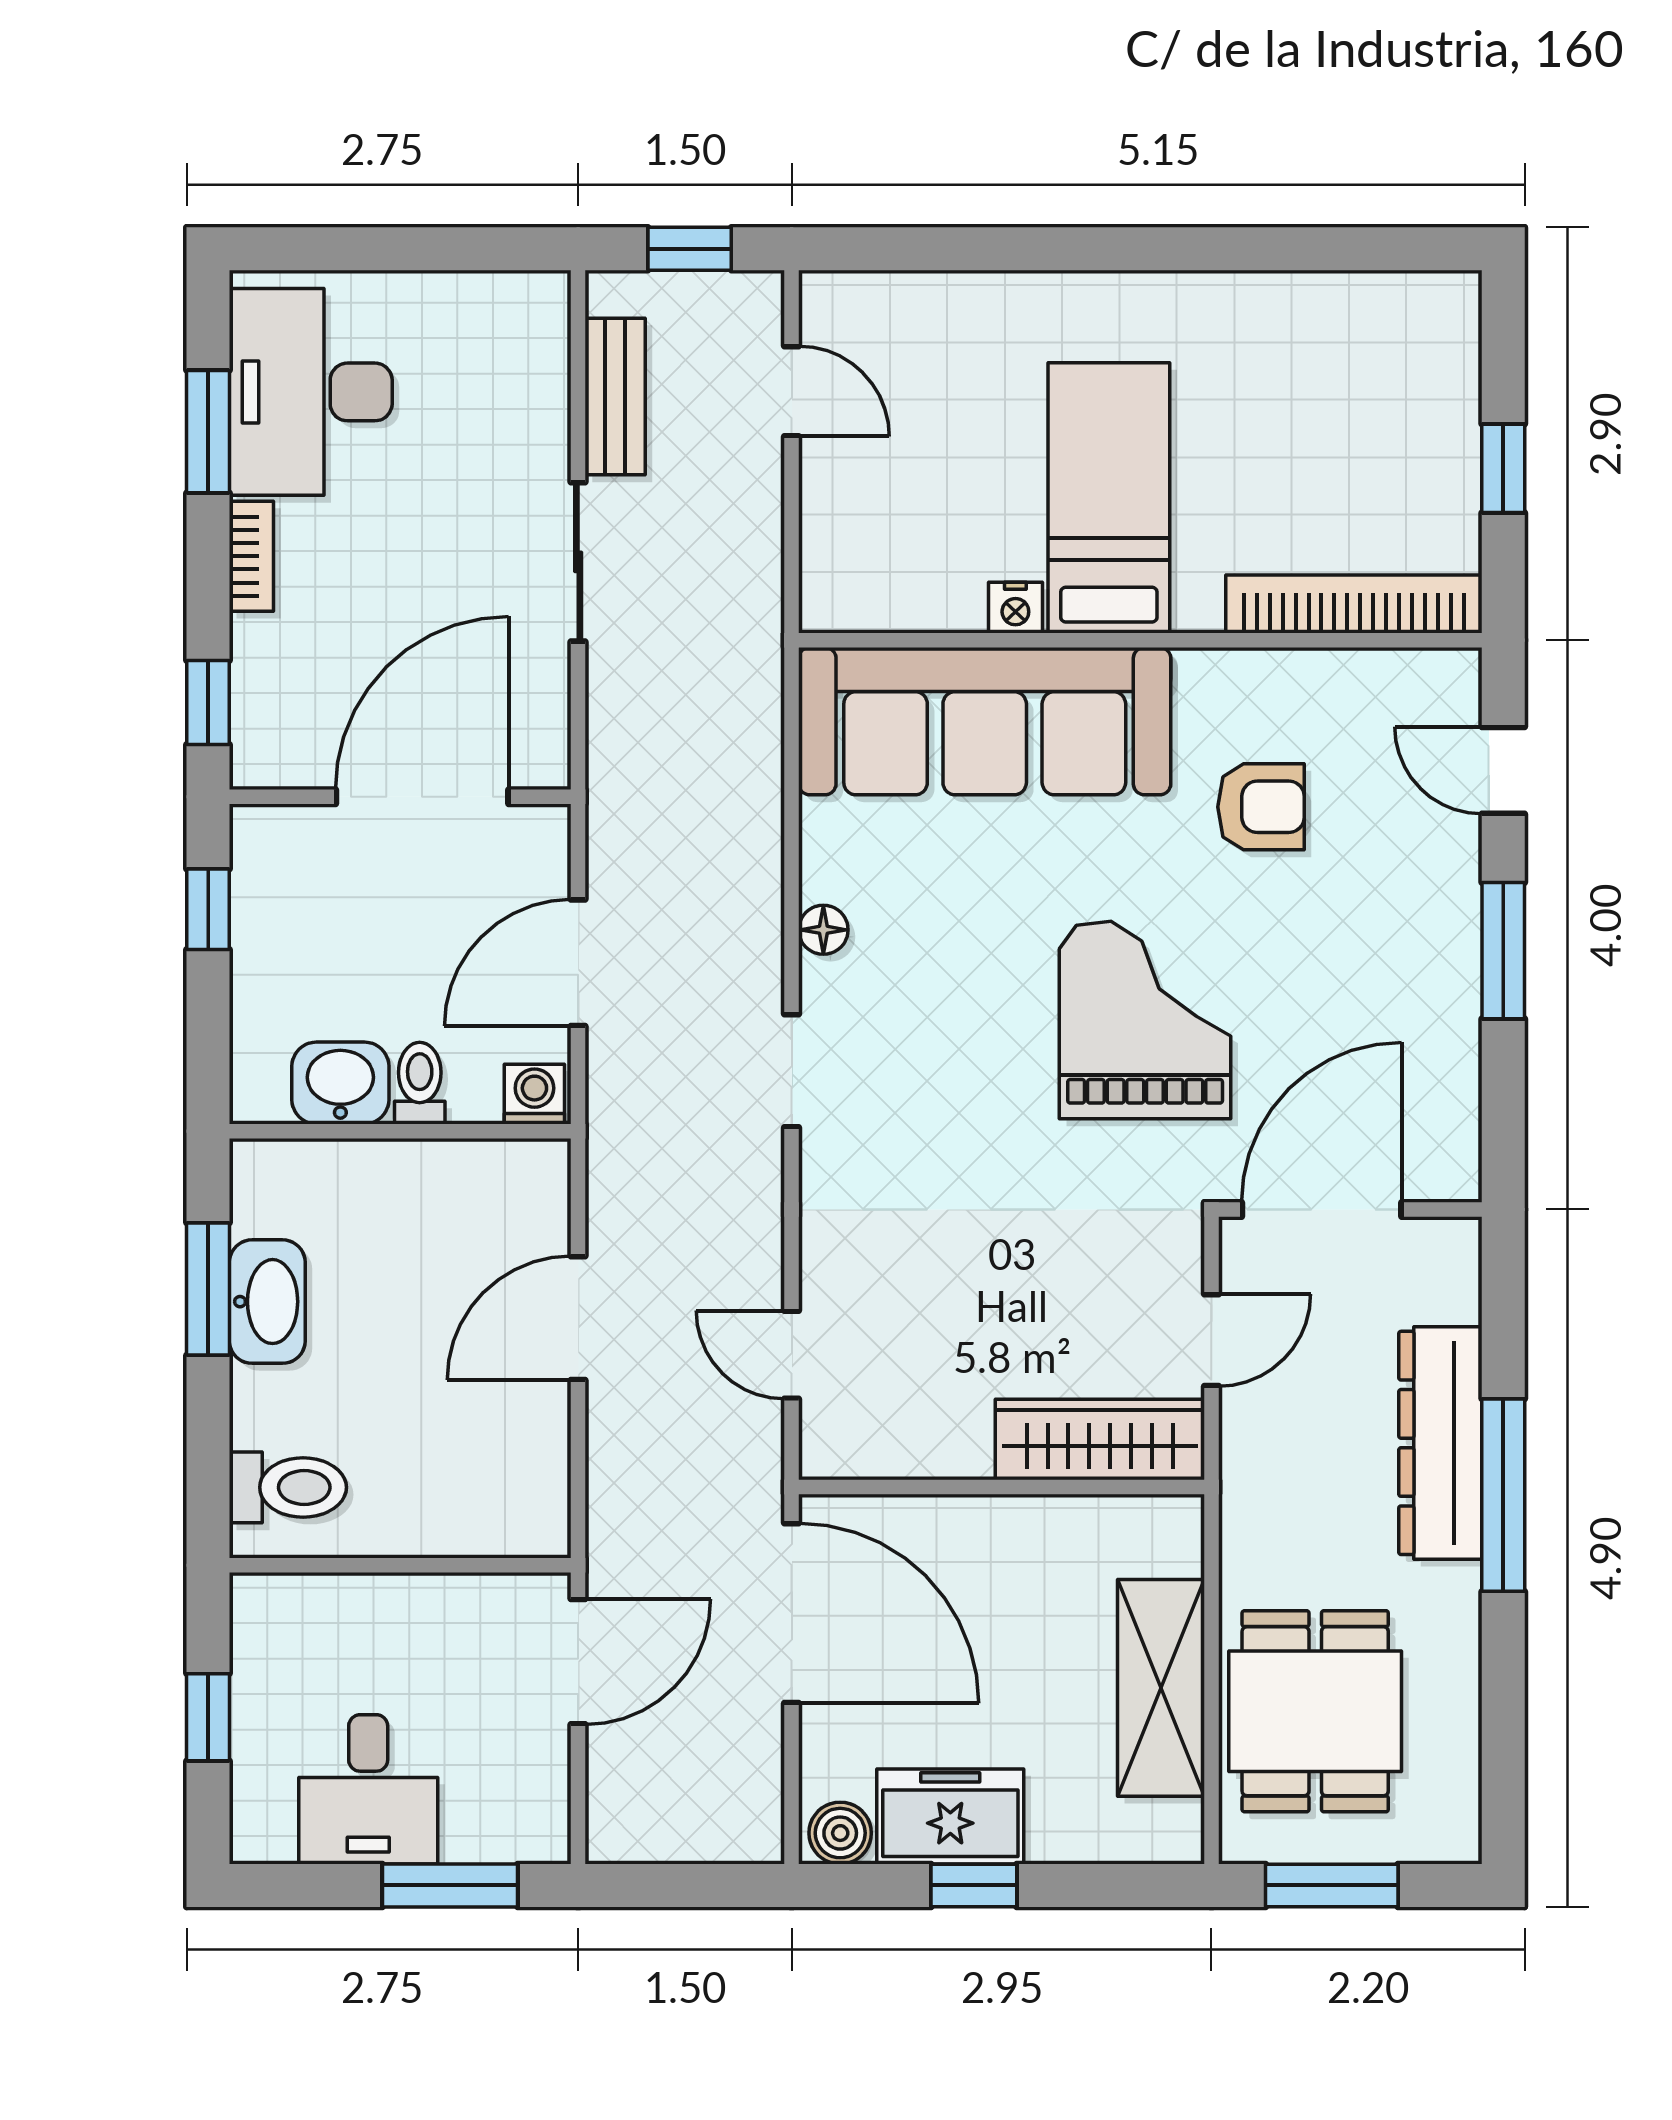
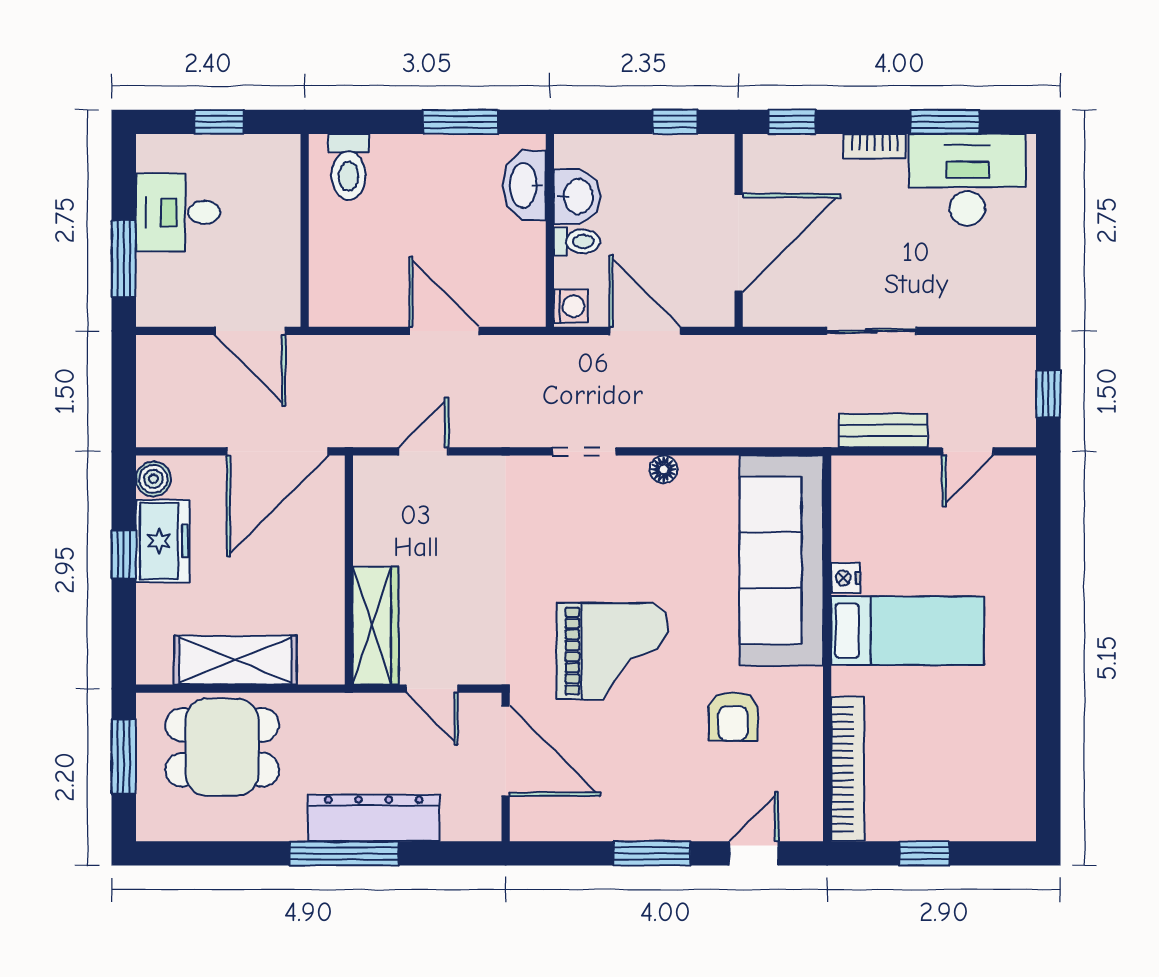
bench: (615, 397) -> (883, 431), moved
door: (422, 797) -> (739, 243), hinge flipped
washbasin: (267, 1302) -> (524, 185), moved, turned 90

